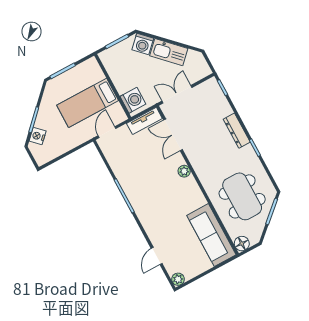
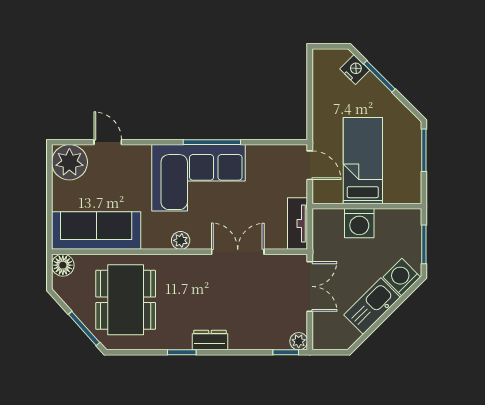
plant: (212, 84) -> (299, 341), added
washing machine: (133, 100) -> (359, 223), moved
dresser: (237, 131) -> (210, 340), width x0.70
double door: (173, 135) -> (238, 252), moved
plant: (184, 171) -> (181, 240), moved
corner sofa: (149, 192) -> (198, 178), added
dining table: (242, 196) -> (126, 300), turned 90
plant: (178, 279) -> (69, 162), width x1.88, depth x1.88

